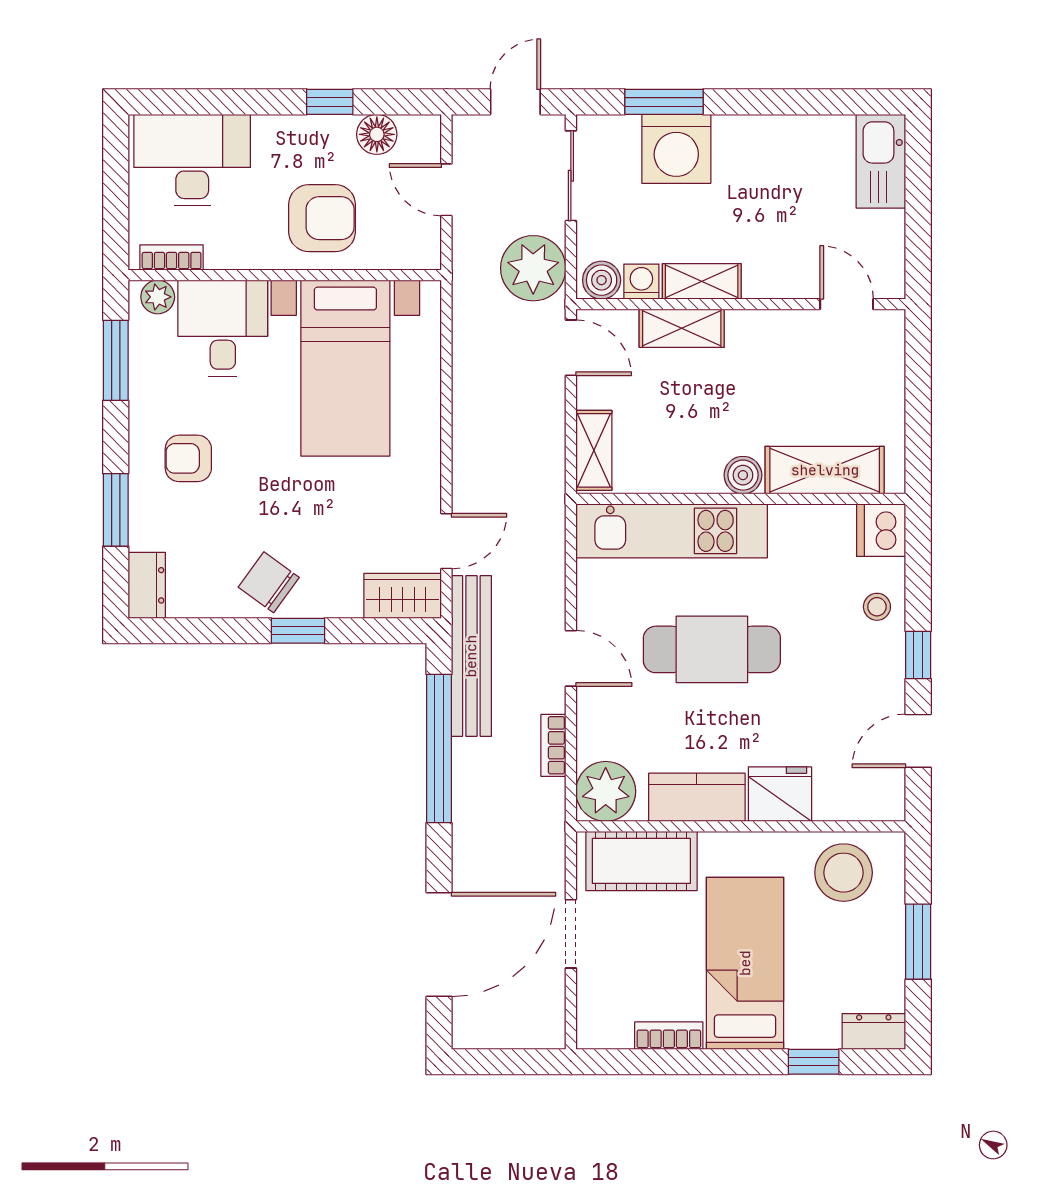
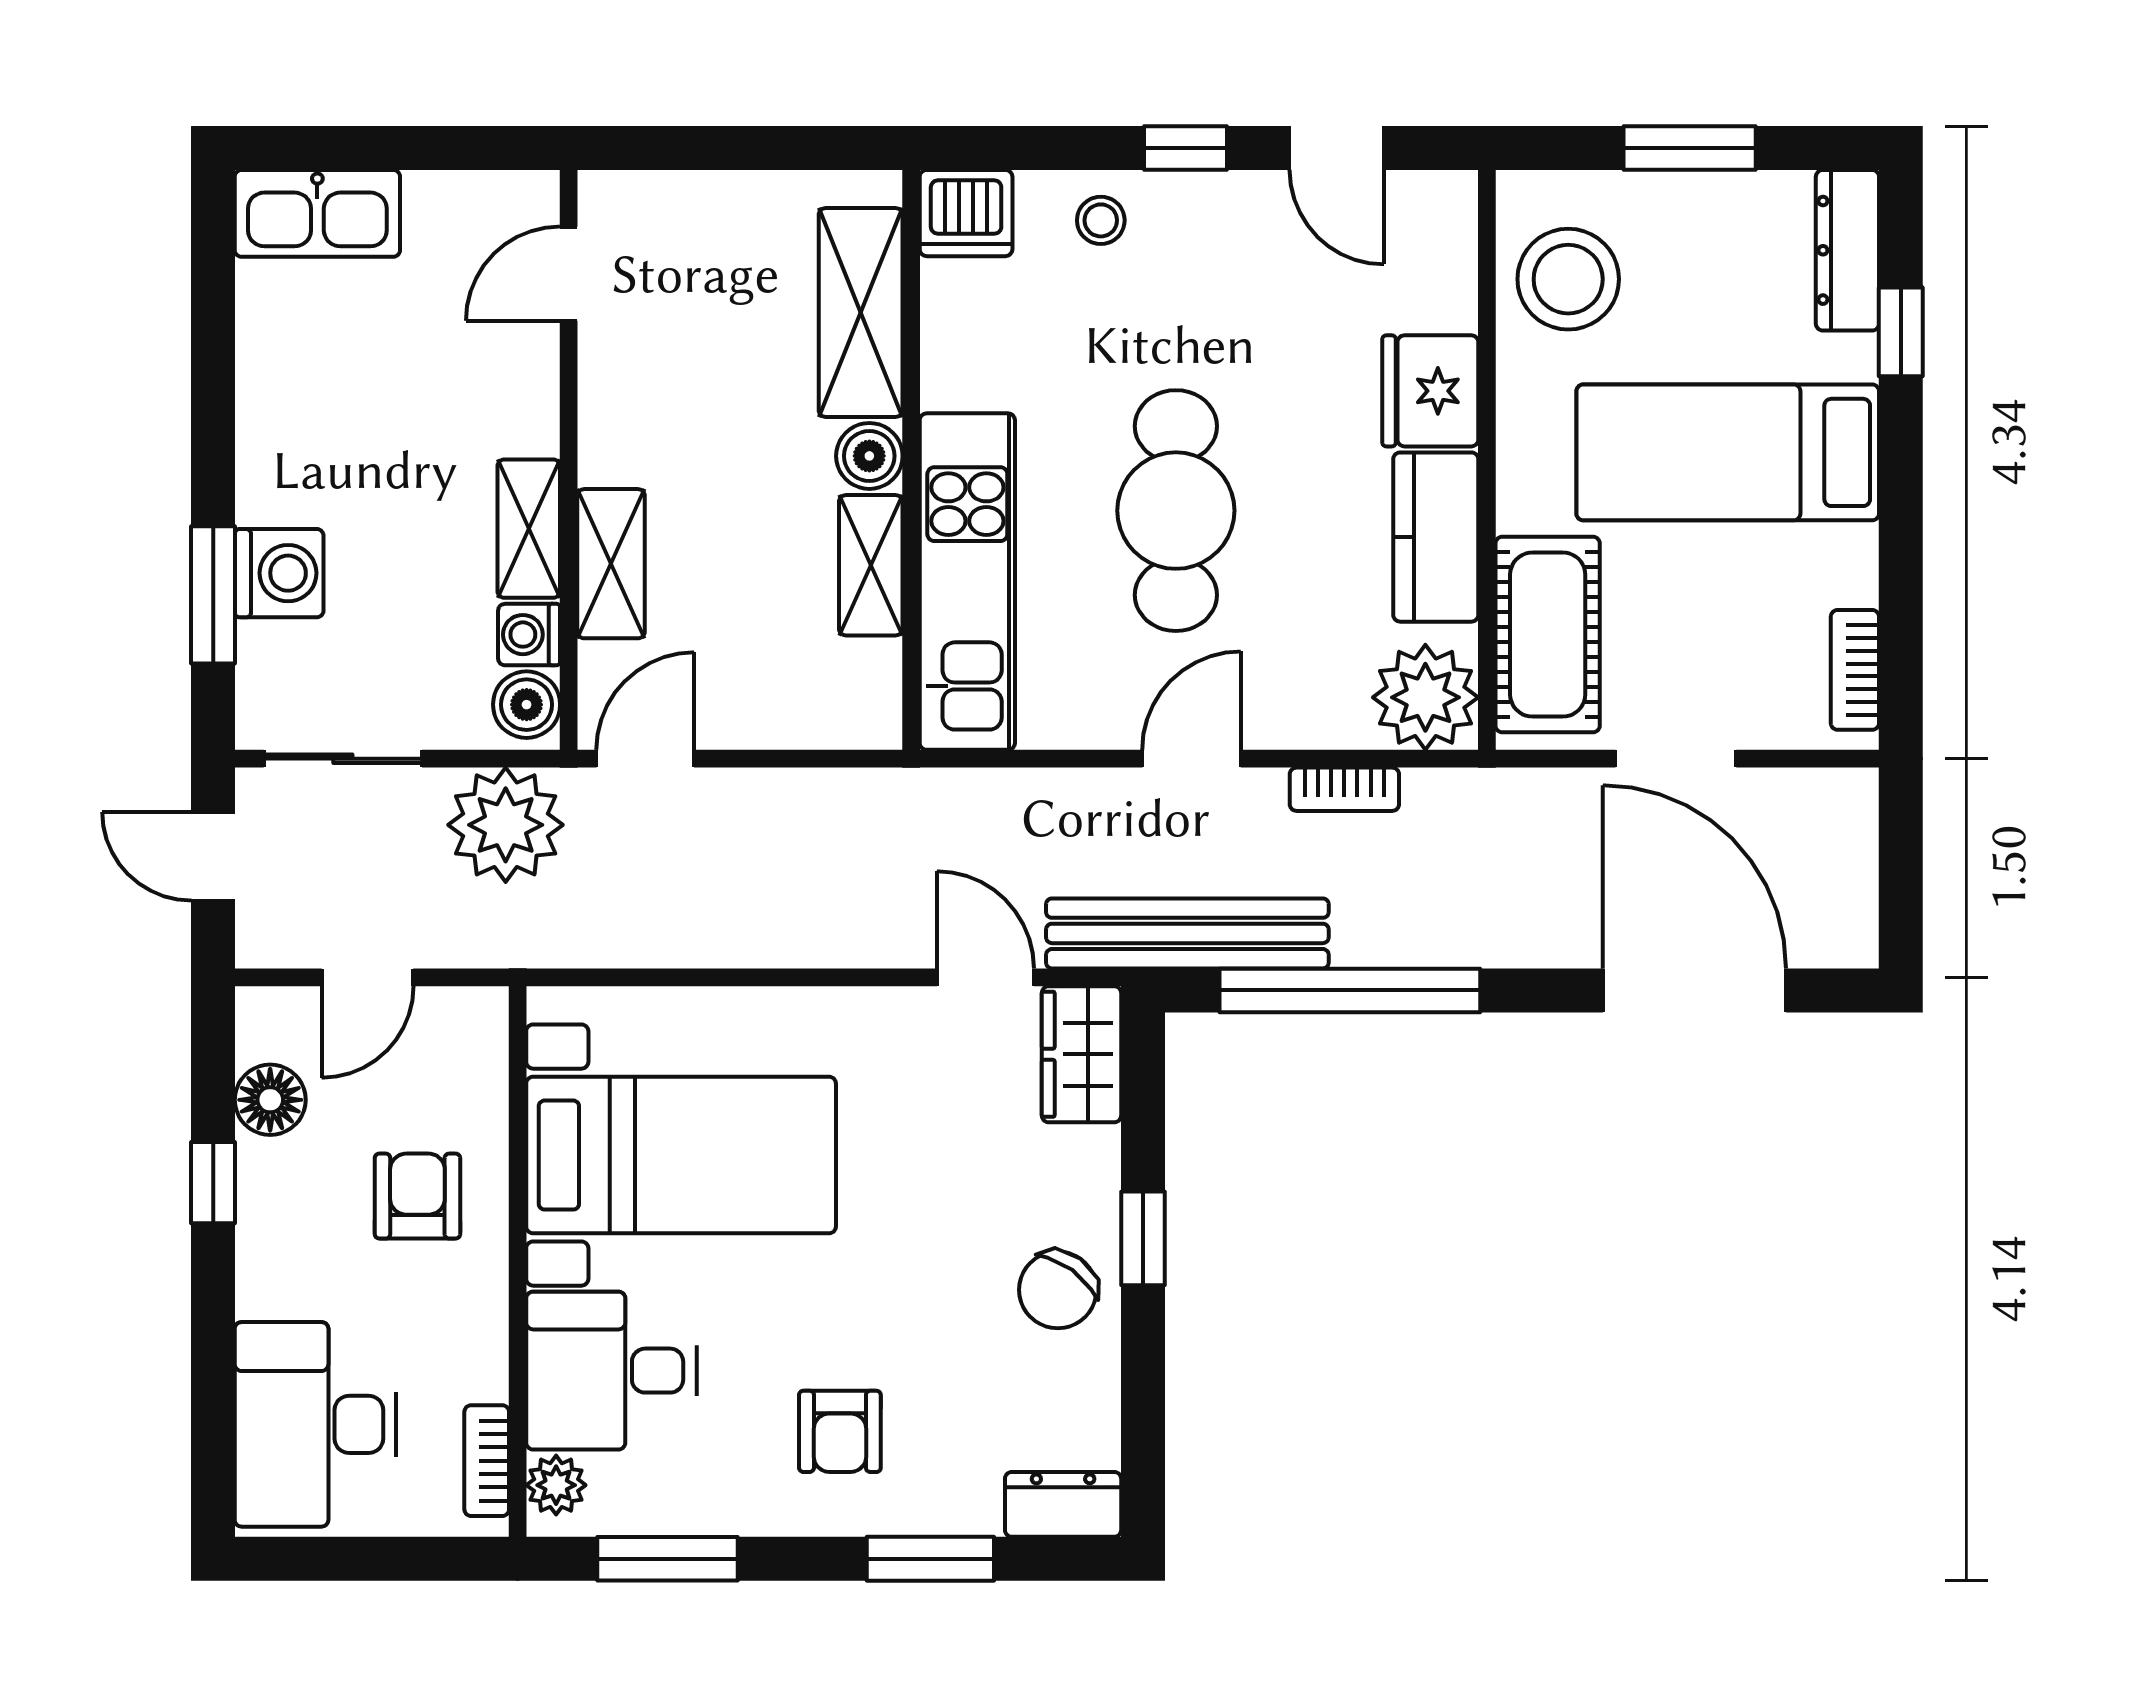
washing machine: (676, 149) -> (279, 573), width x0.73, depth x0.73
armchair: (322, 218) -> (417, 1196), width x0.72, depth x0.72
shelving: (594, 450) -> (871, 565), moved, turned 90
dresser: (874, 1031) -> (1847, 250), width x1.44
bookcase: (669, 1036) -> (1855, 670), moved

